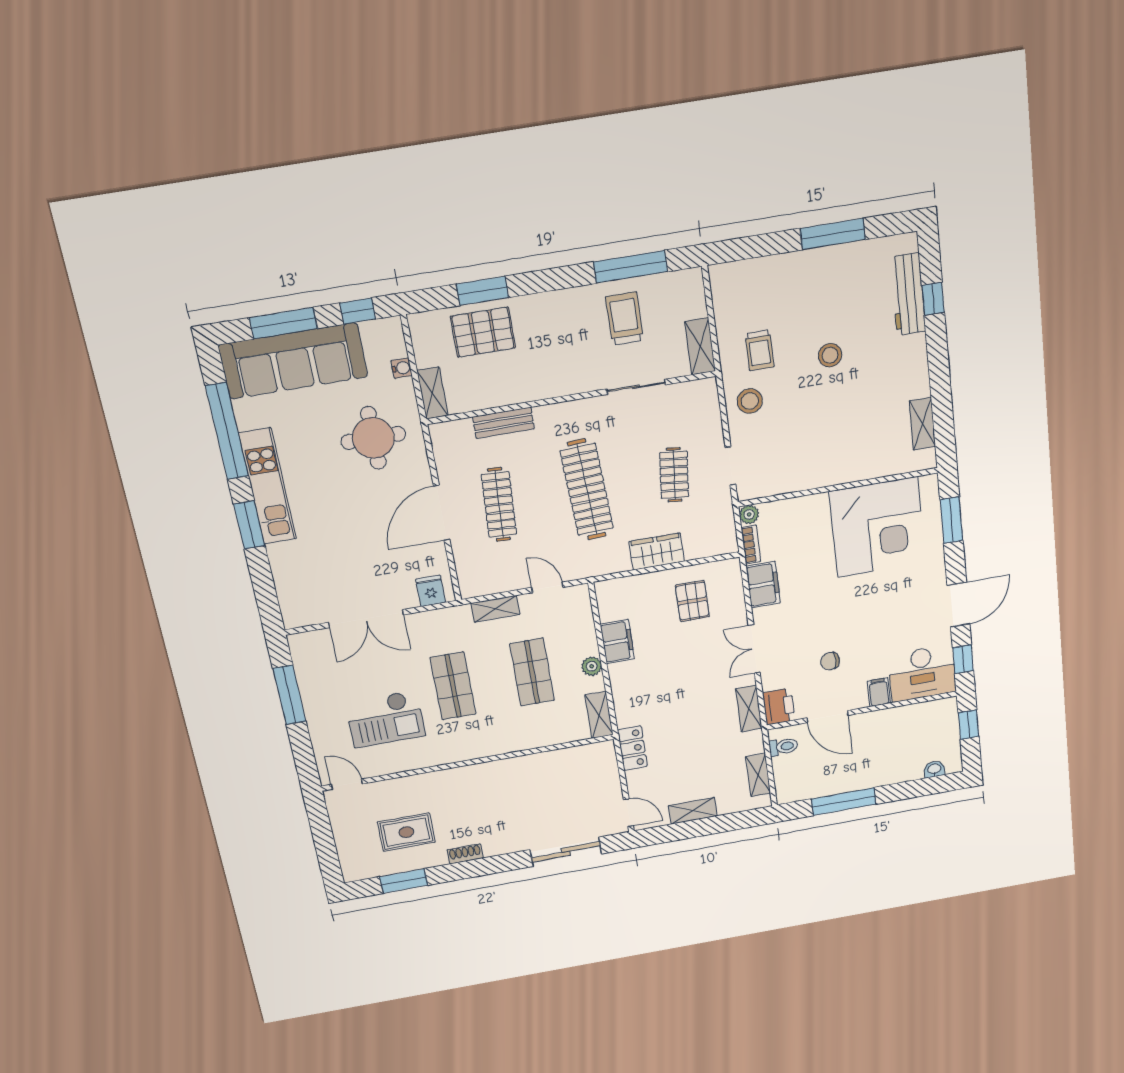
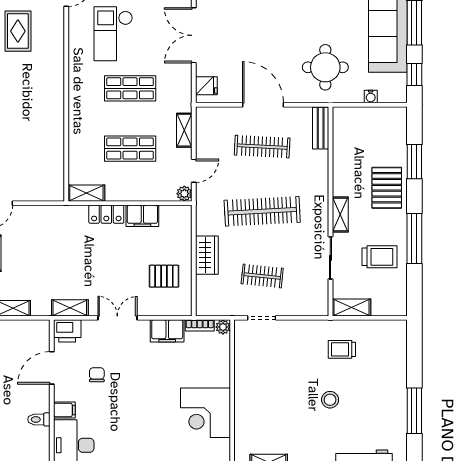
window: (630, 267) -> (414, 238), moved
pallet: (483, 332) -> (387, 188), moved
shelving: (432, 393) -> (340, 215), moved, turned 90
stool: (750, 401) -> (307, 338), removed
bench: (503, 423) -> (321, 128), moved
corner desk: (877, 527) -> (205, 413), width x0.74, depth x0.74
plant: (592, 666) -> (184, 194), moved
toilet: (783, 747) -> (39, 419), moved, turned 90
locker: (632, 748) -> (106, 214), moved

